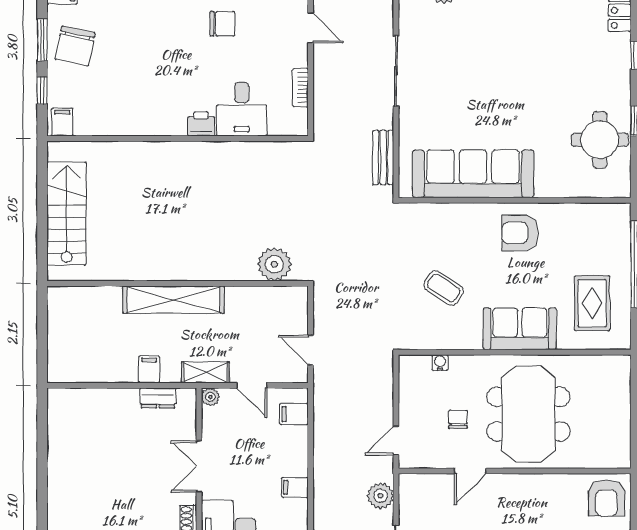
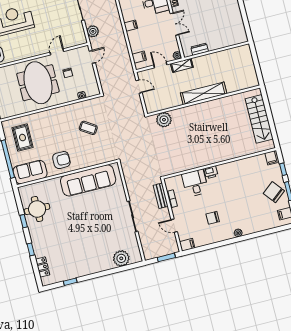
chair: (75, 46) -> (274, 192), turned -51
bench: (383, 158) -> (161, 196), moved
sofa: (520, 329) -> (30, 172), moved, turned 180
filing cabinet: (149, 369) -> (207, 61), removed

